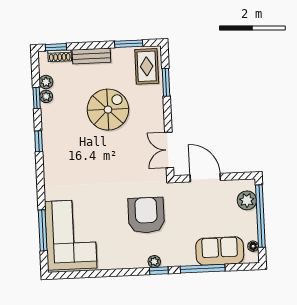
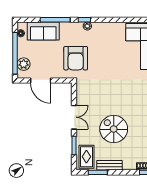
bench: (91, 56) -> (109, 165), moved
spiral stairs: (108, 110) -> (114, 129), turned 90
double door: (169, 150) -> (74, 117), moved
door: (205, 178) -> (41, 81), moved
armchair: (146, 215) -> (76, 58), moved

